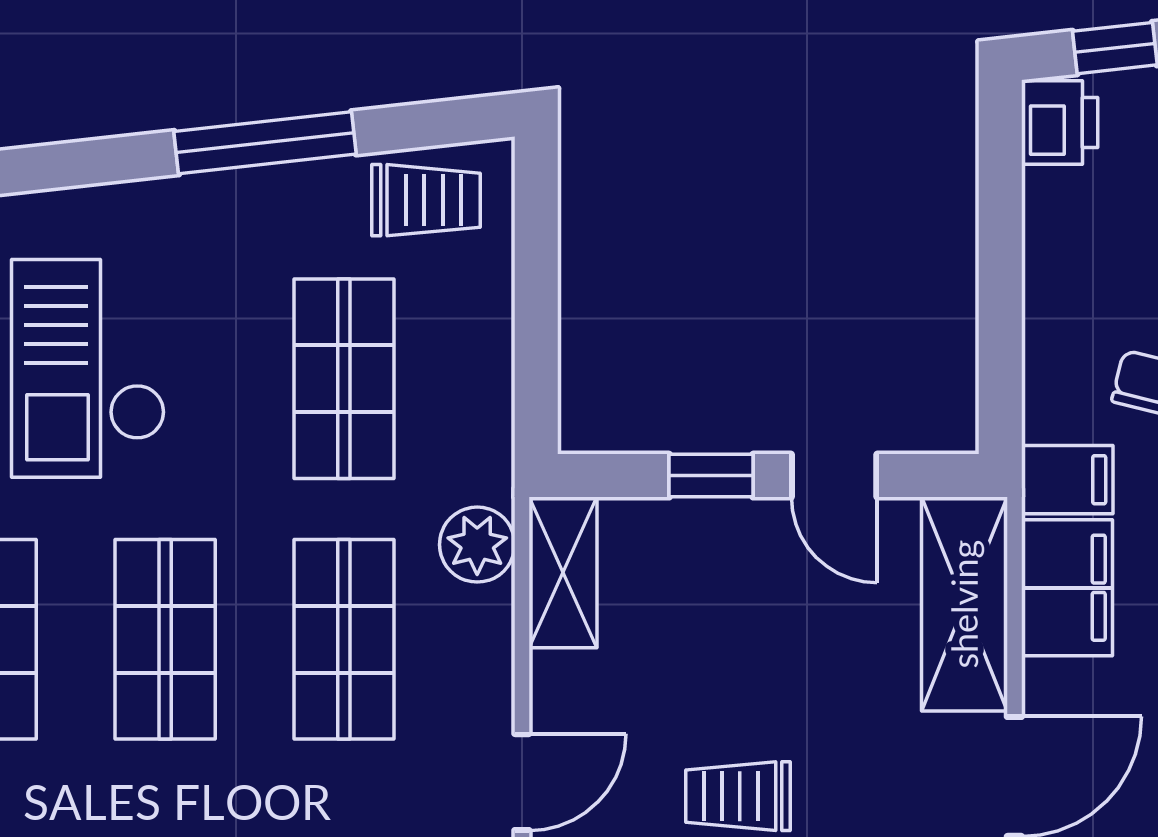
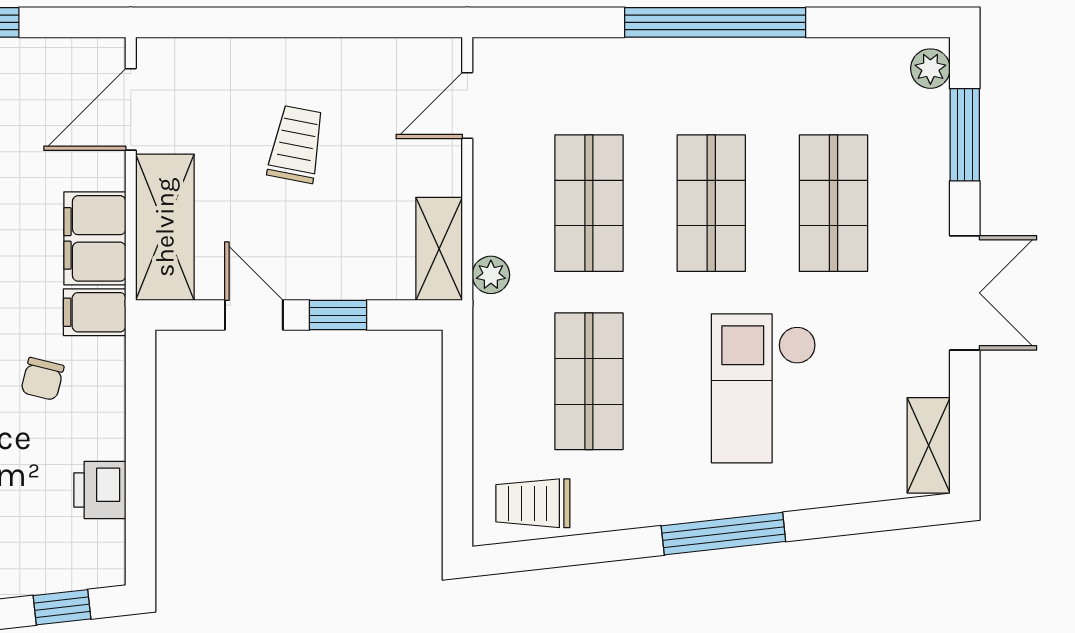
printer: (1060, 123) -> (100, 490), moved
window: (265, 143) -> (723, 534), moved
checkout: (88, 368) -> (764, 388), turned 180
plant: (477, 545) -> (491, 275), width x0.73, depth x0.73
trolley: (738, 796) -> (296, 144), moved, turned -79

